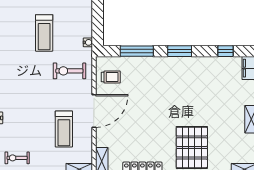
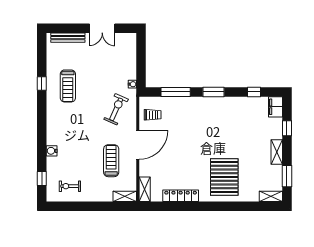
treadmill: (44, 33) -> (68, 86), moved
exercise bike: (69, 71) -> (116, 109), turned 114
treadmill: (64, 129) -> (111, 161), turned 180

